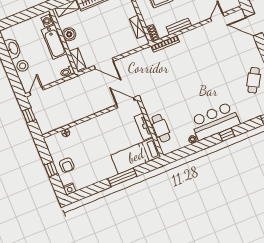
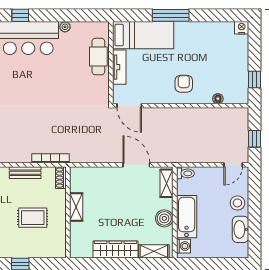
shelving: (138, 27) -> (76, 207), moved
armchair: (67, 165) -> (184, 84), moved
window: (51, 169) -> (255, 79), moved

